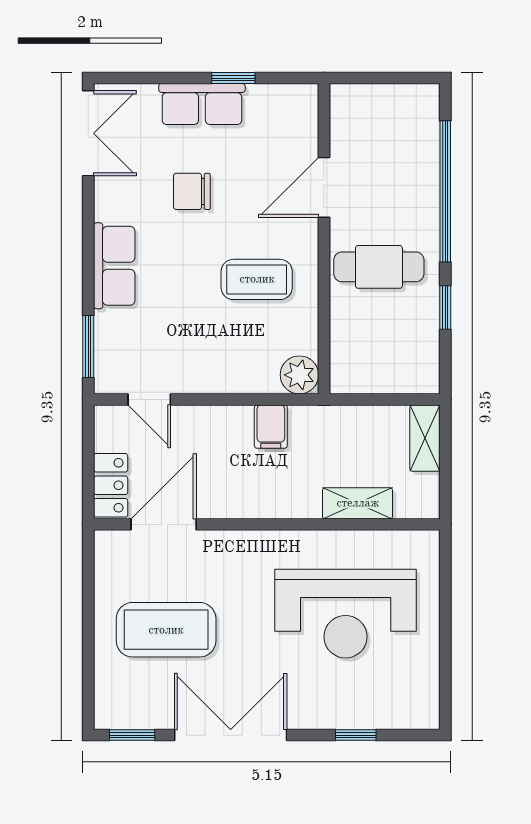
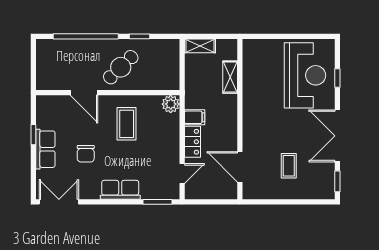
cafe table: (379, 267) -> (121, 67), turned 46
locker: (111, 485) -> (192, 142), moved, turned 90
reception desk: (346, 614) -> (305, 75), moved
coffee table: (166, 630) -> (289, 166), width x0.54, depth x0.58

